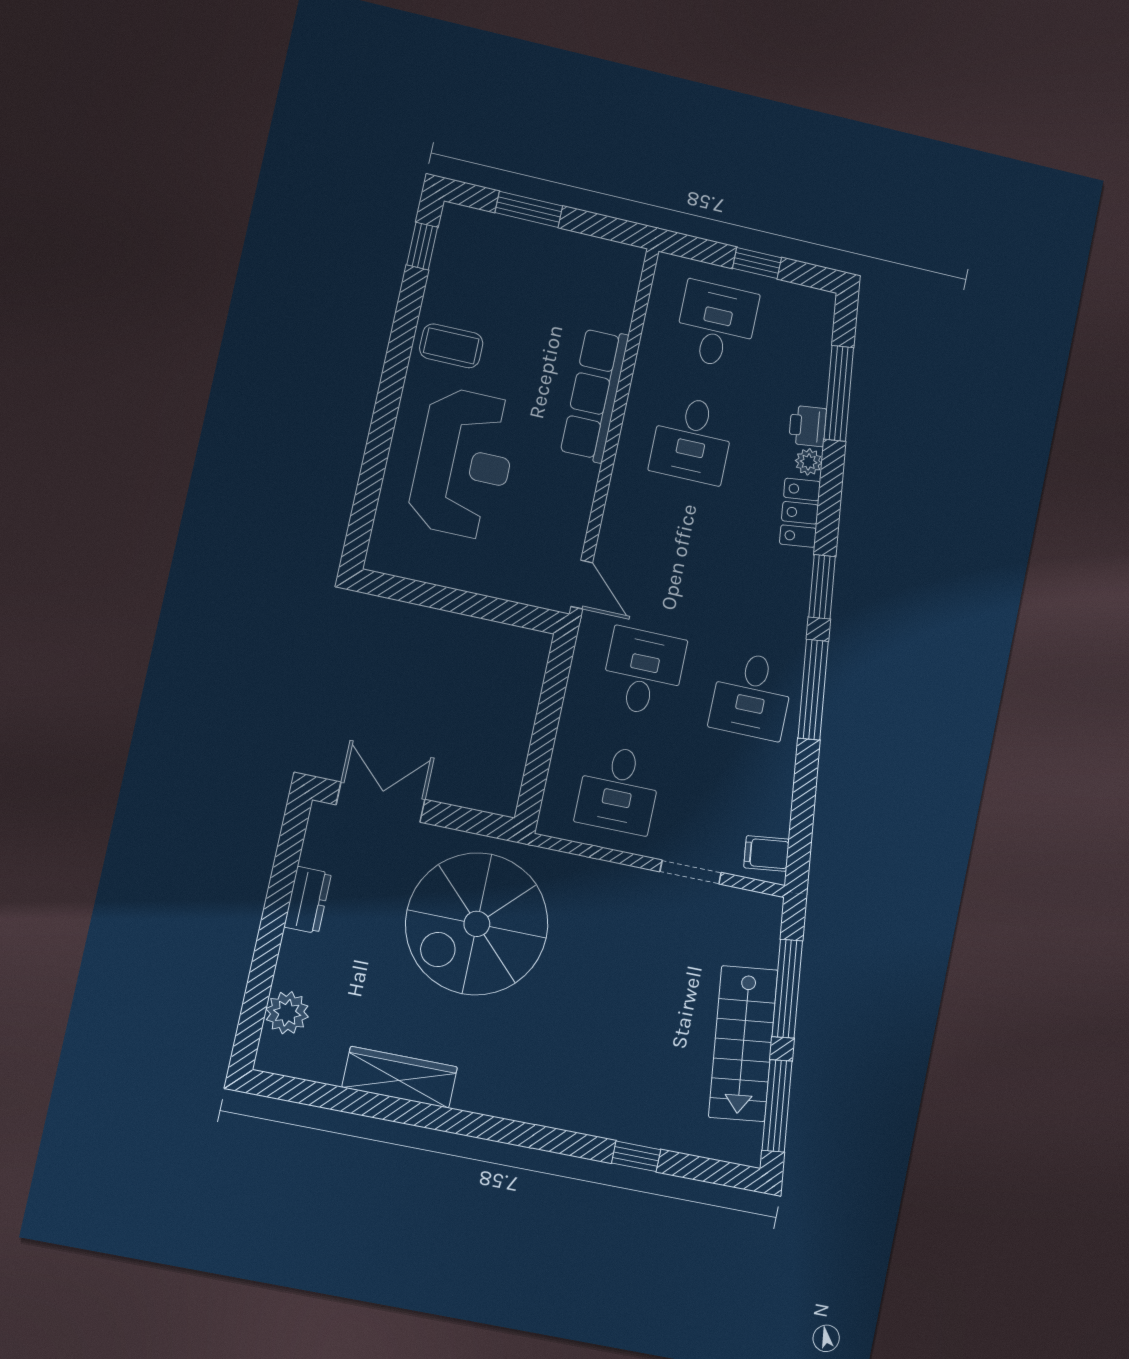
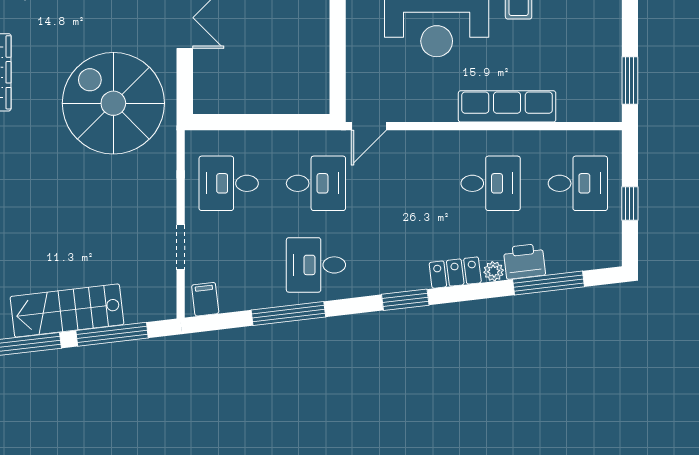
window: (529, 209) -> (630, 80), moved
printer: (808, 426) -> (524, 261), width x1.36, depth x1.24
desk: (692, 440) -> (491, 183), turned 180
window: (813, 690) -> (288, 313), moved

